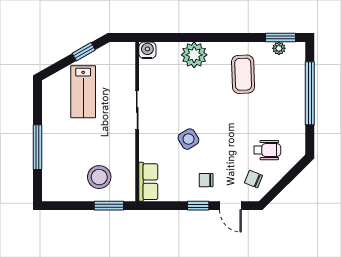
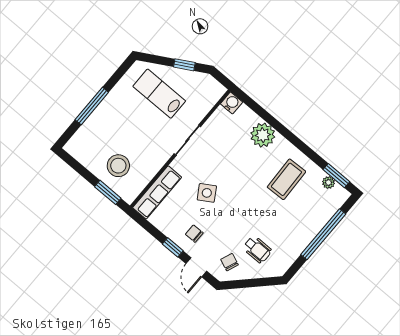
lab bench: (83, 92) -> (159, 94), turned 90
row of seats: (148, 182) -> (157, 192), width x1.48

